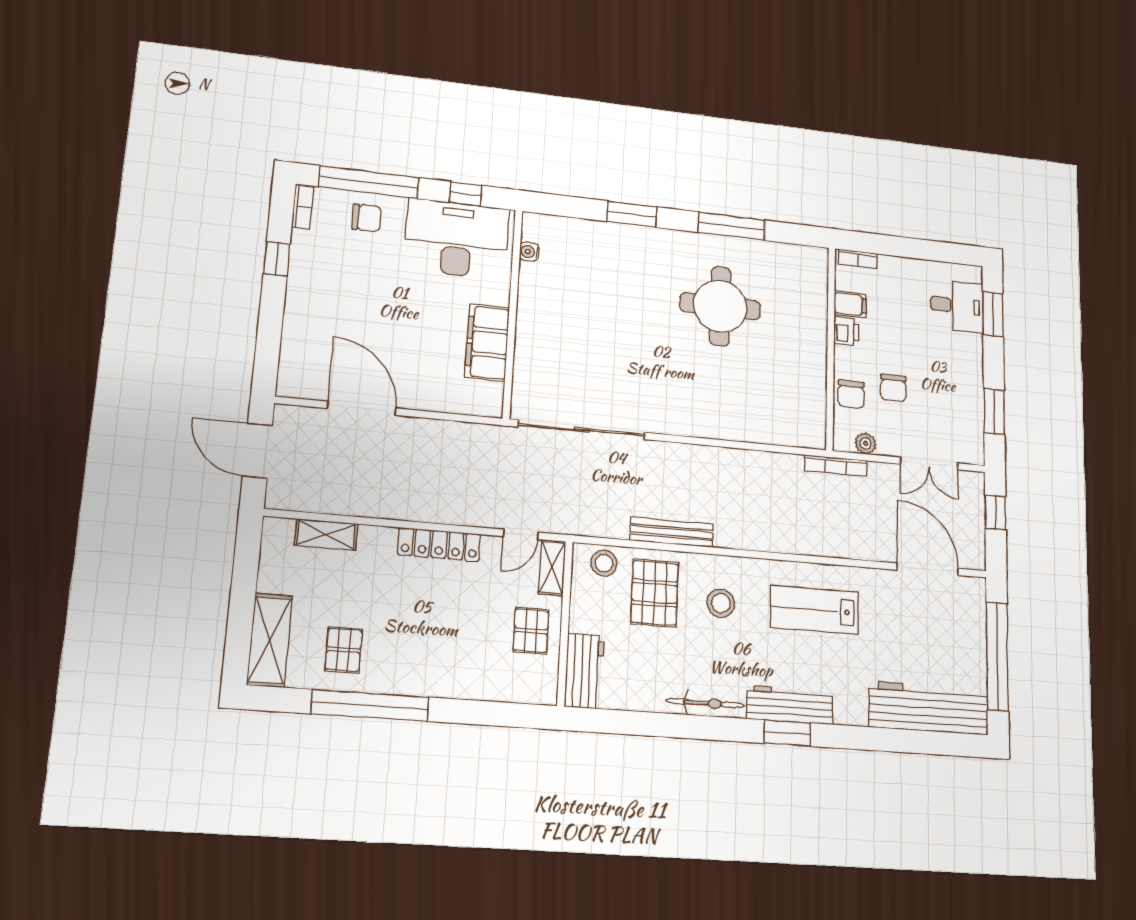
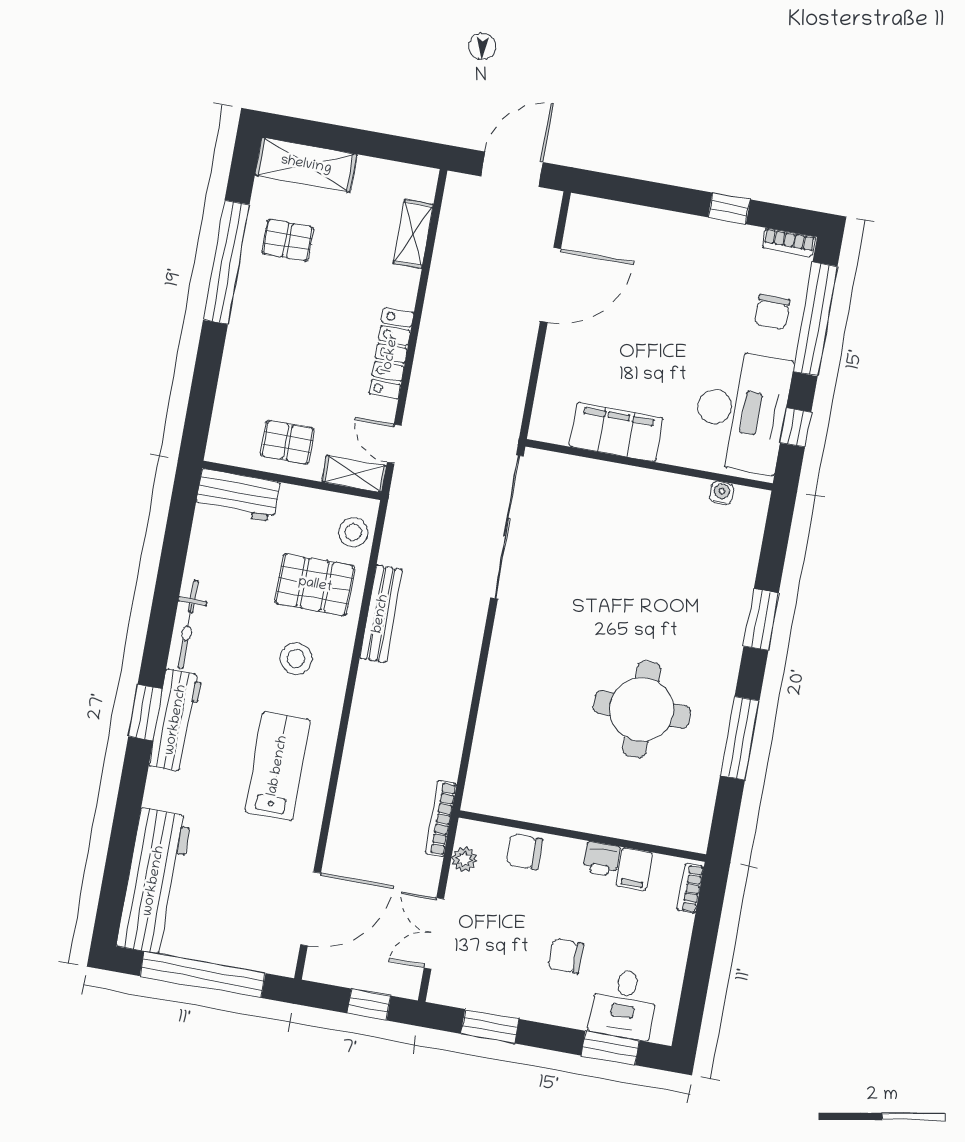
chair: (893, 388) -> (566, 956), moved

